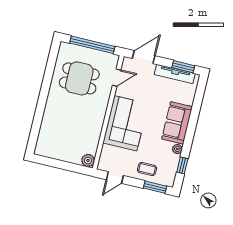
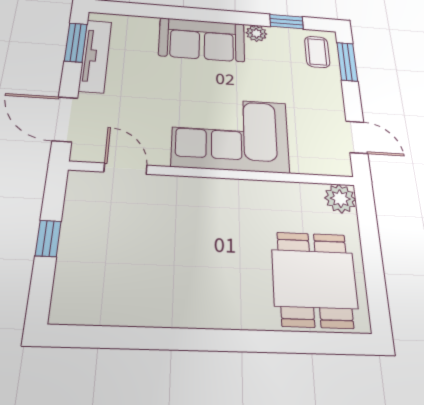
window: (92, 45) -> (48, 238), width x0.32
dining table: (79, 78) -> (314, 279), moved
coffee table: (147, 169) -> (317, 52), moved

